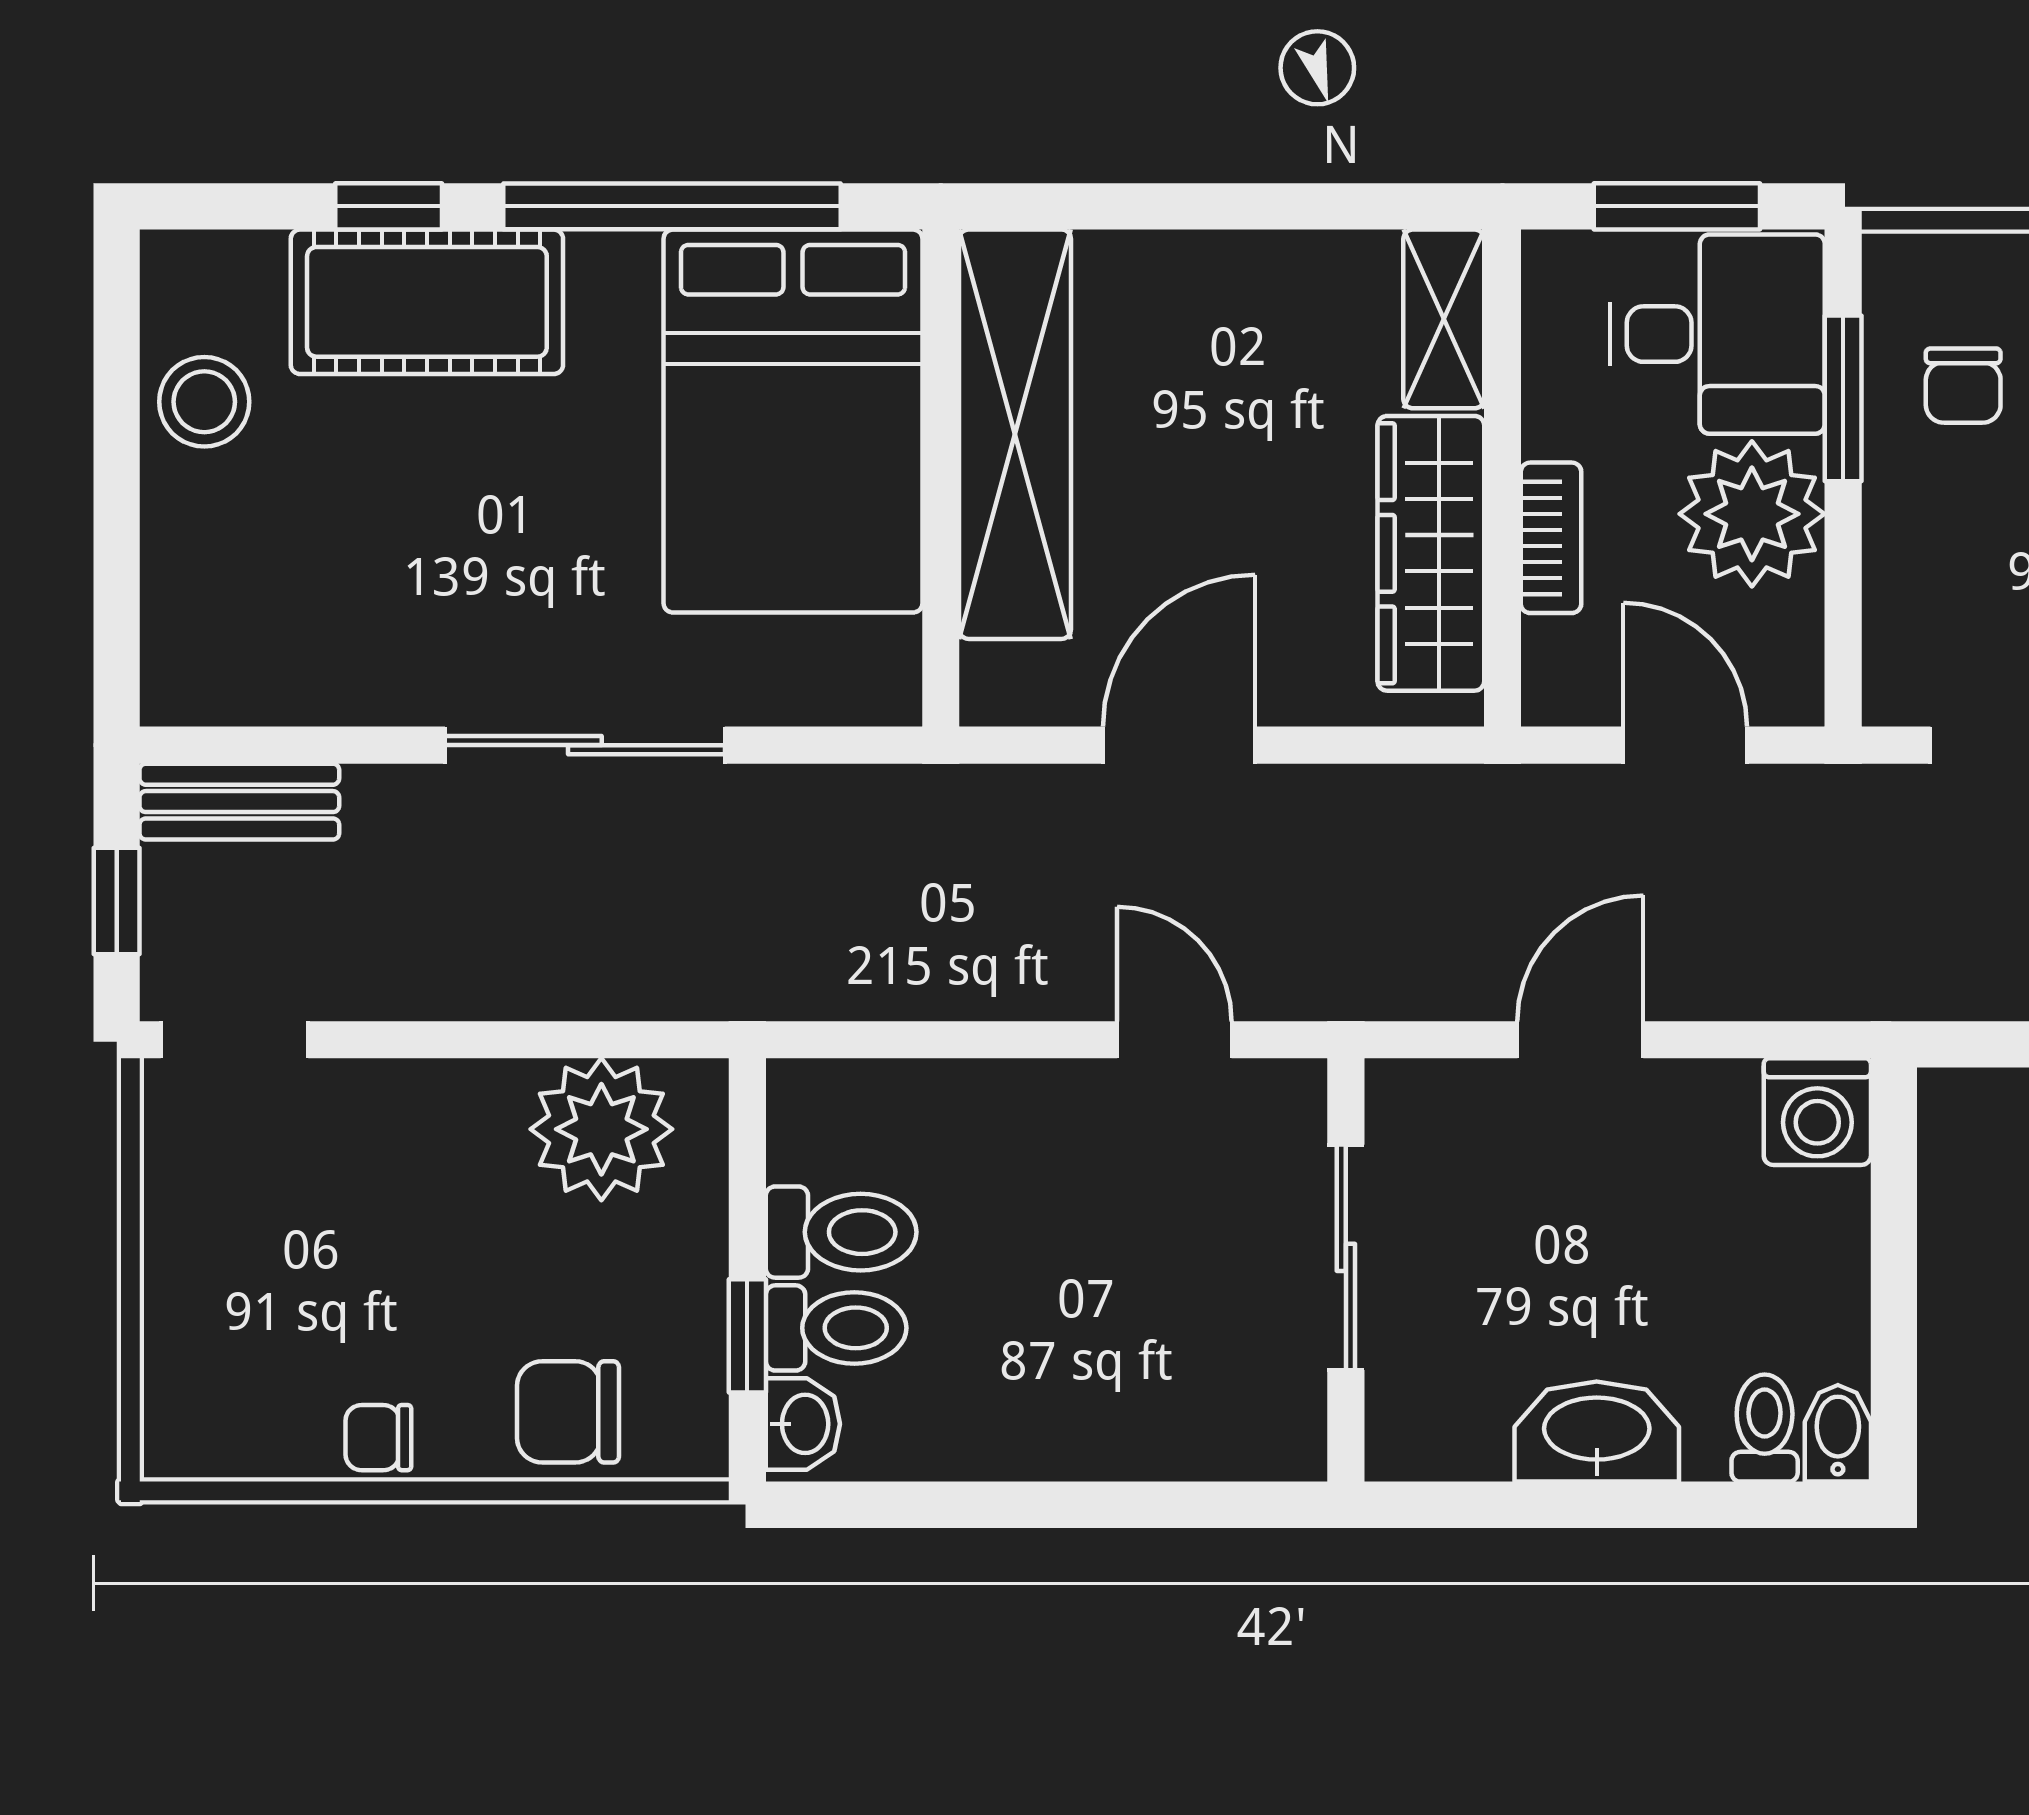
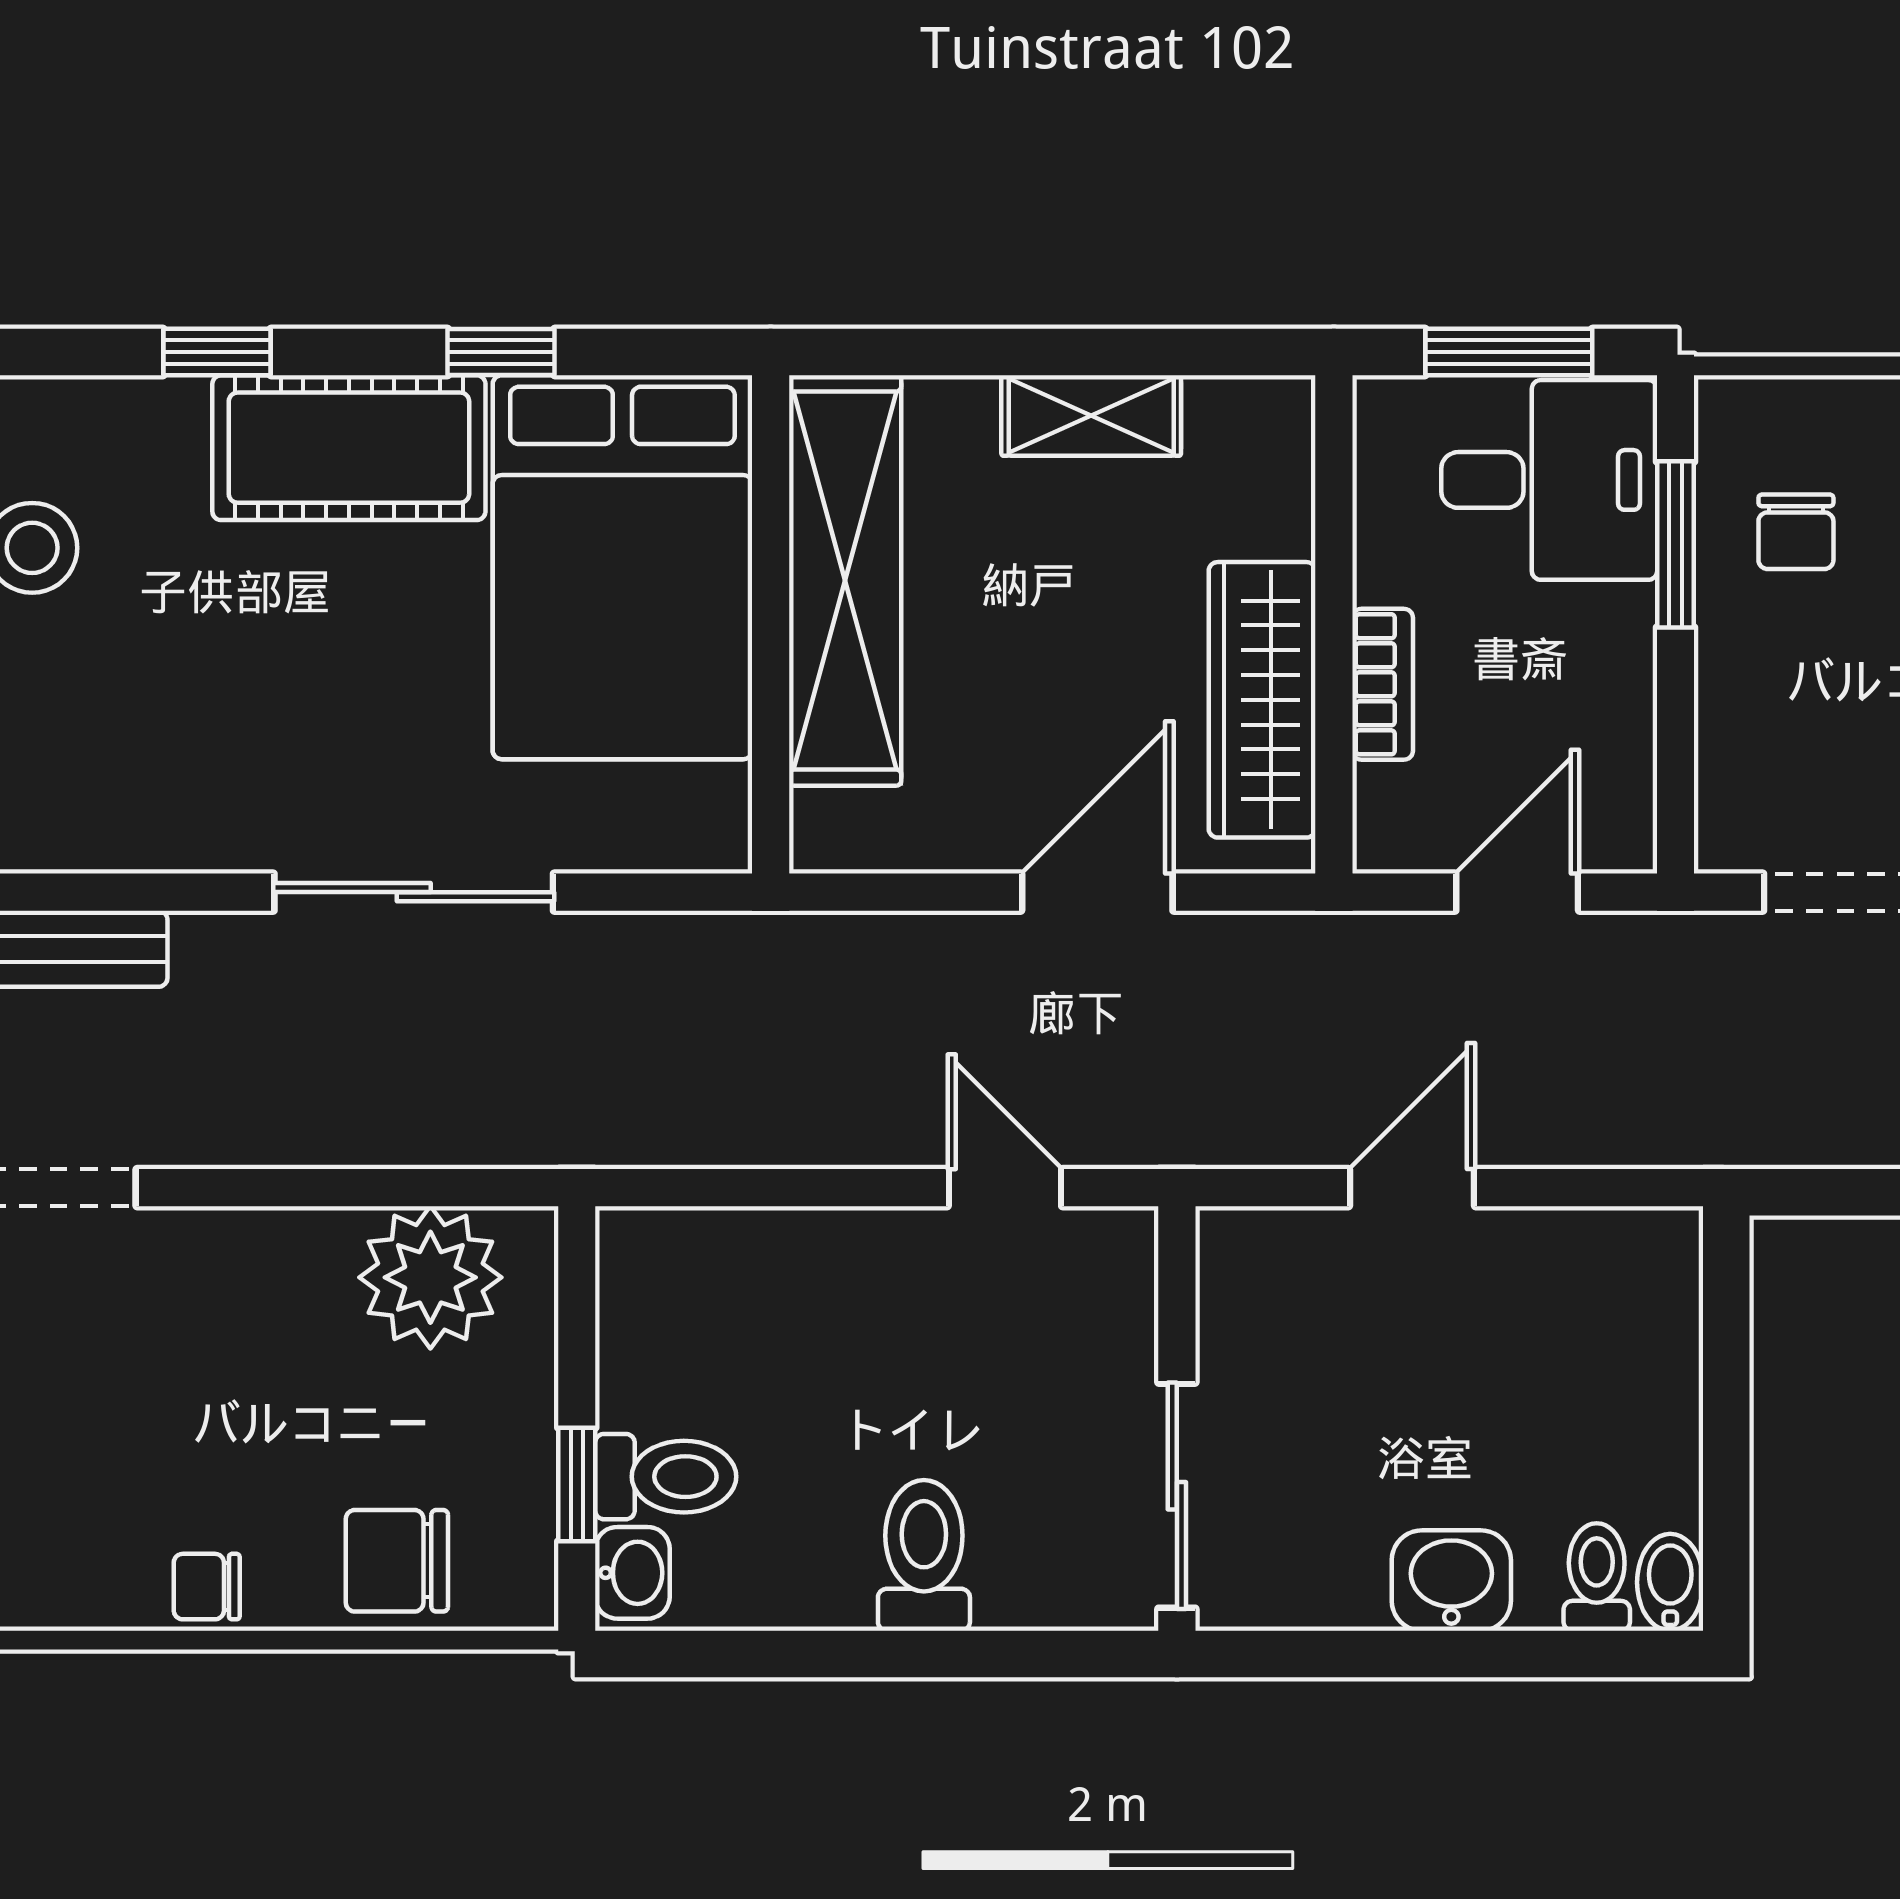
window: (672, 206) -> (501, 352), width x0.32
cot: (427, 302) -> (349, 448), moved
shelving: (1444, 319) -> (1091, 415), moved, turned 90
plant: (1752, 514) -> (1584, 660), removed
door: (1179, 745) -> (1097, 892), moved
door: (1685, 745) -> (1517, 892), hinge flipped
washing machine: (1817, 1112) -> (1650, 1260), removed
toilet: (841, 1232) -> (924, 1555), moved, turned -90
sliding door: (1346, 1257) -> (1177, 1496), moved
washbasin: (1597, 1432) -> (1451, 1581), width x0.72

